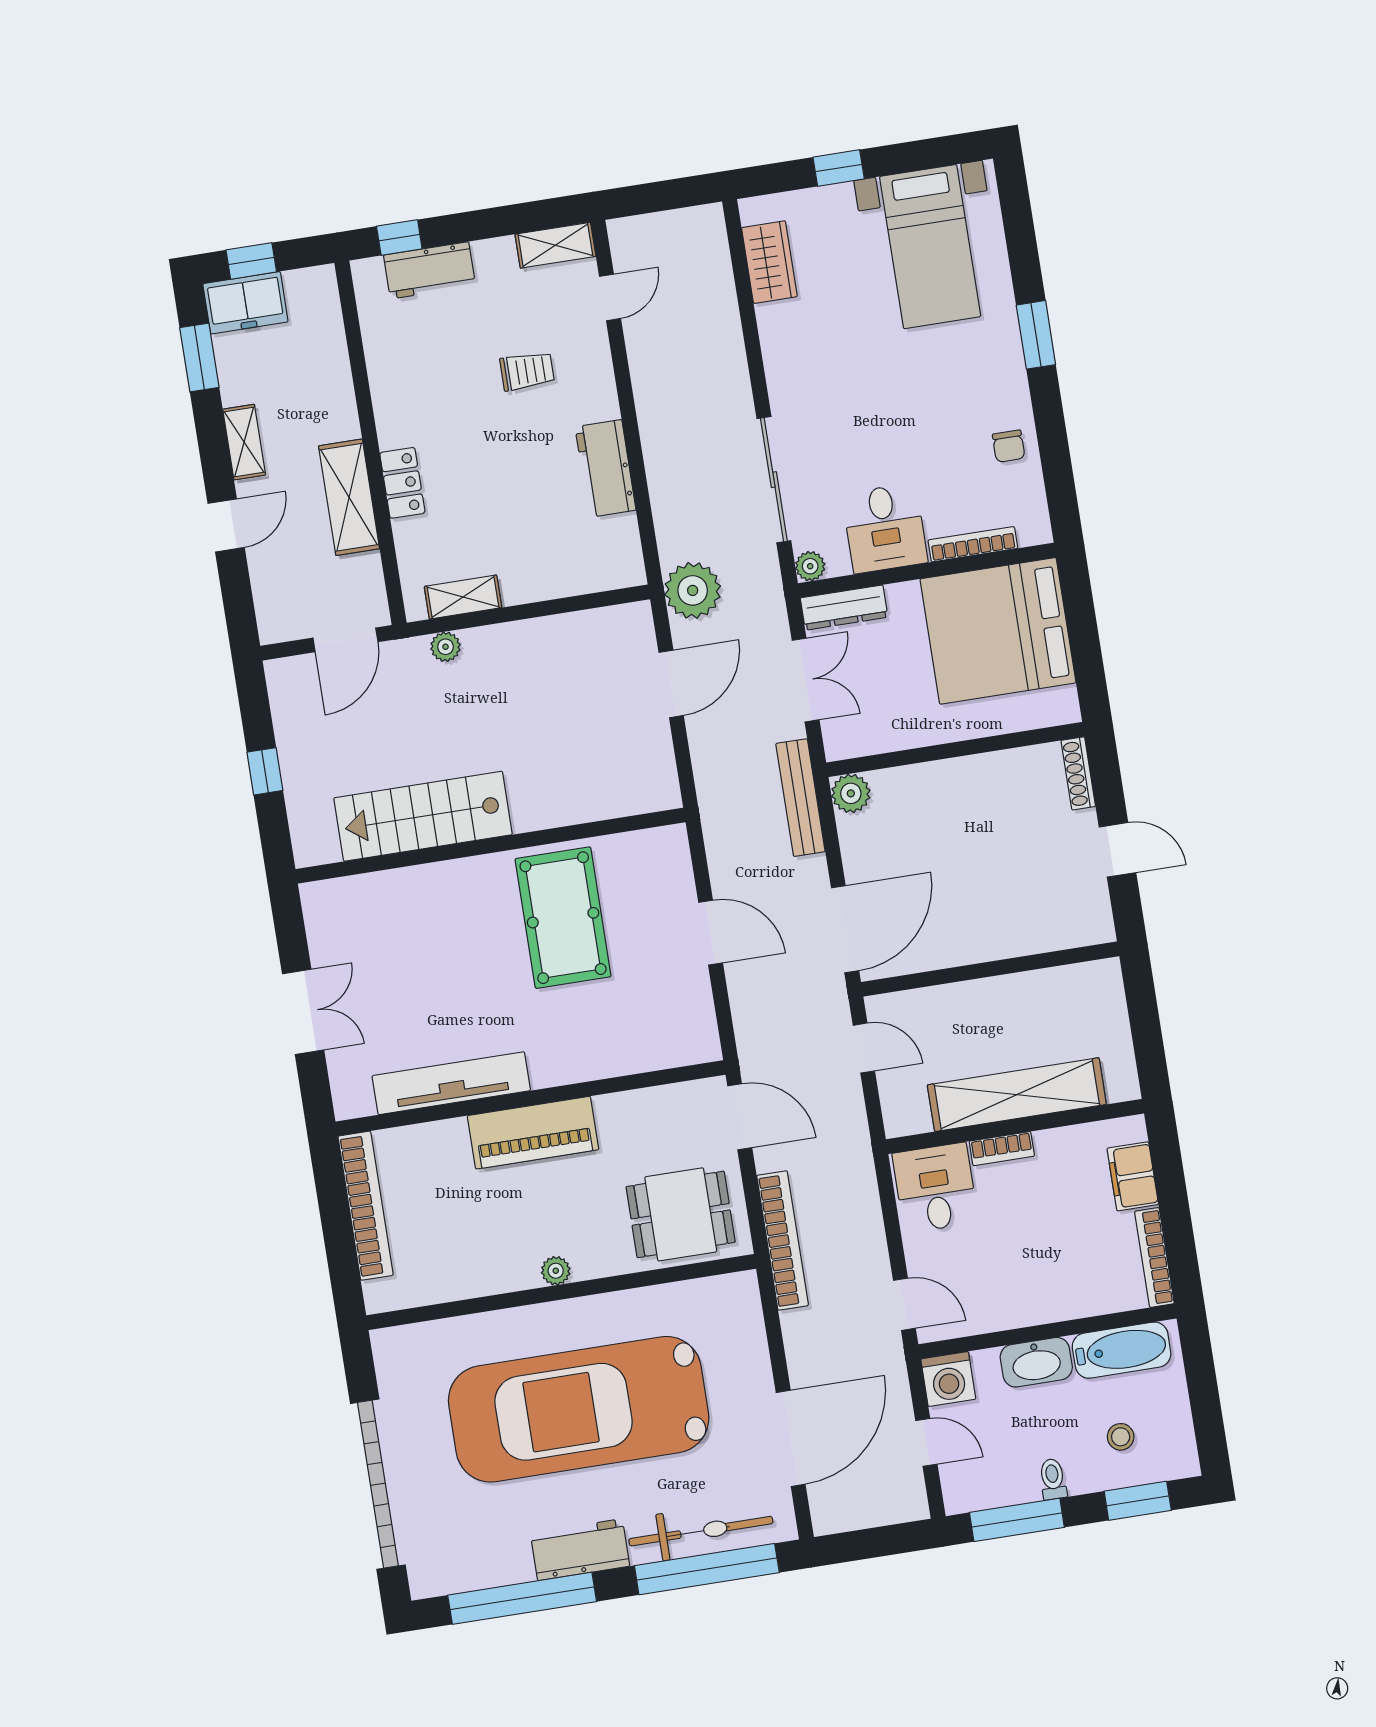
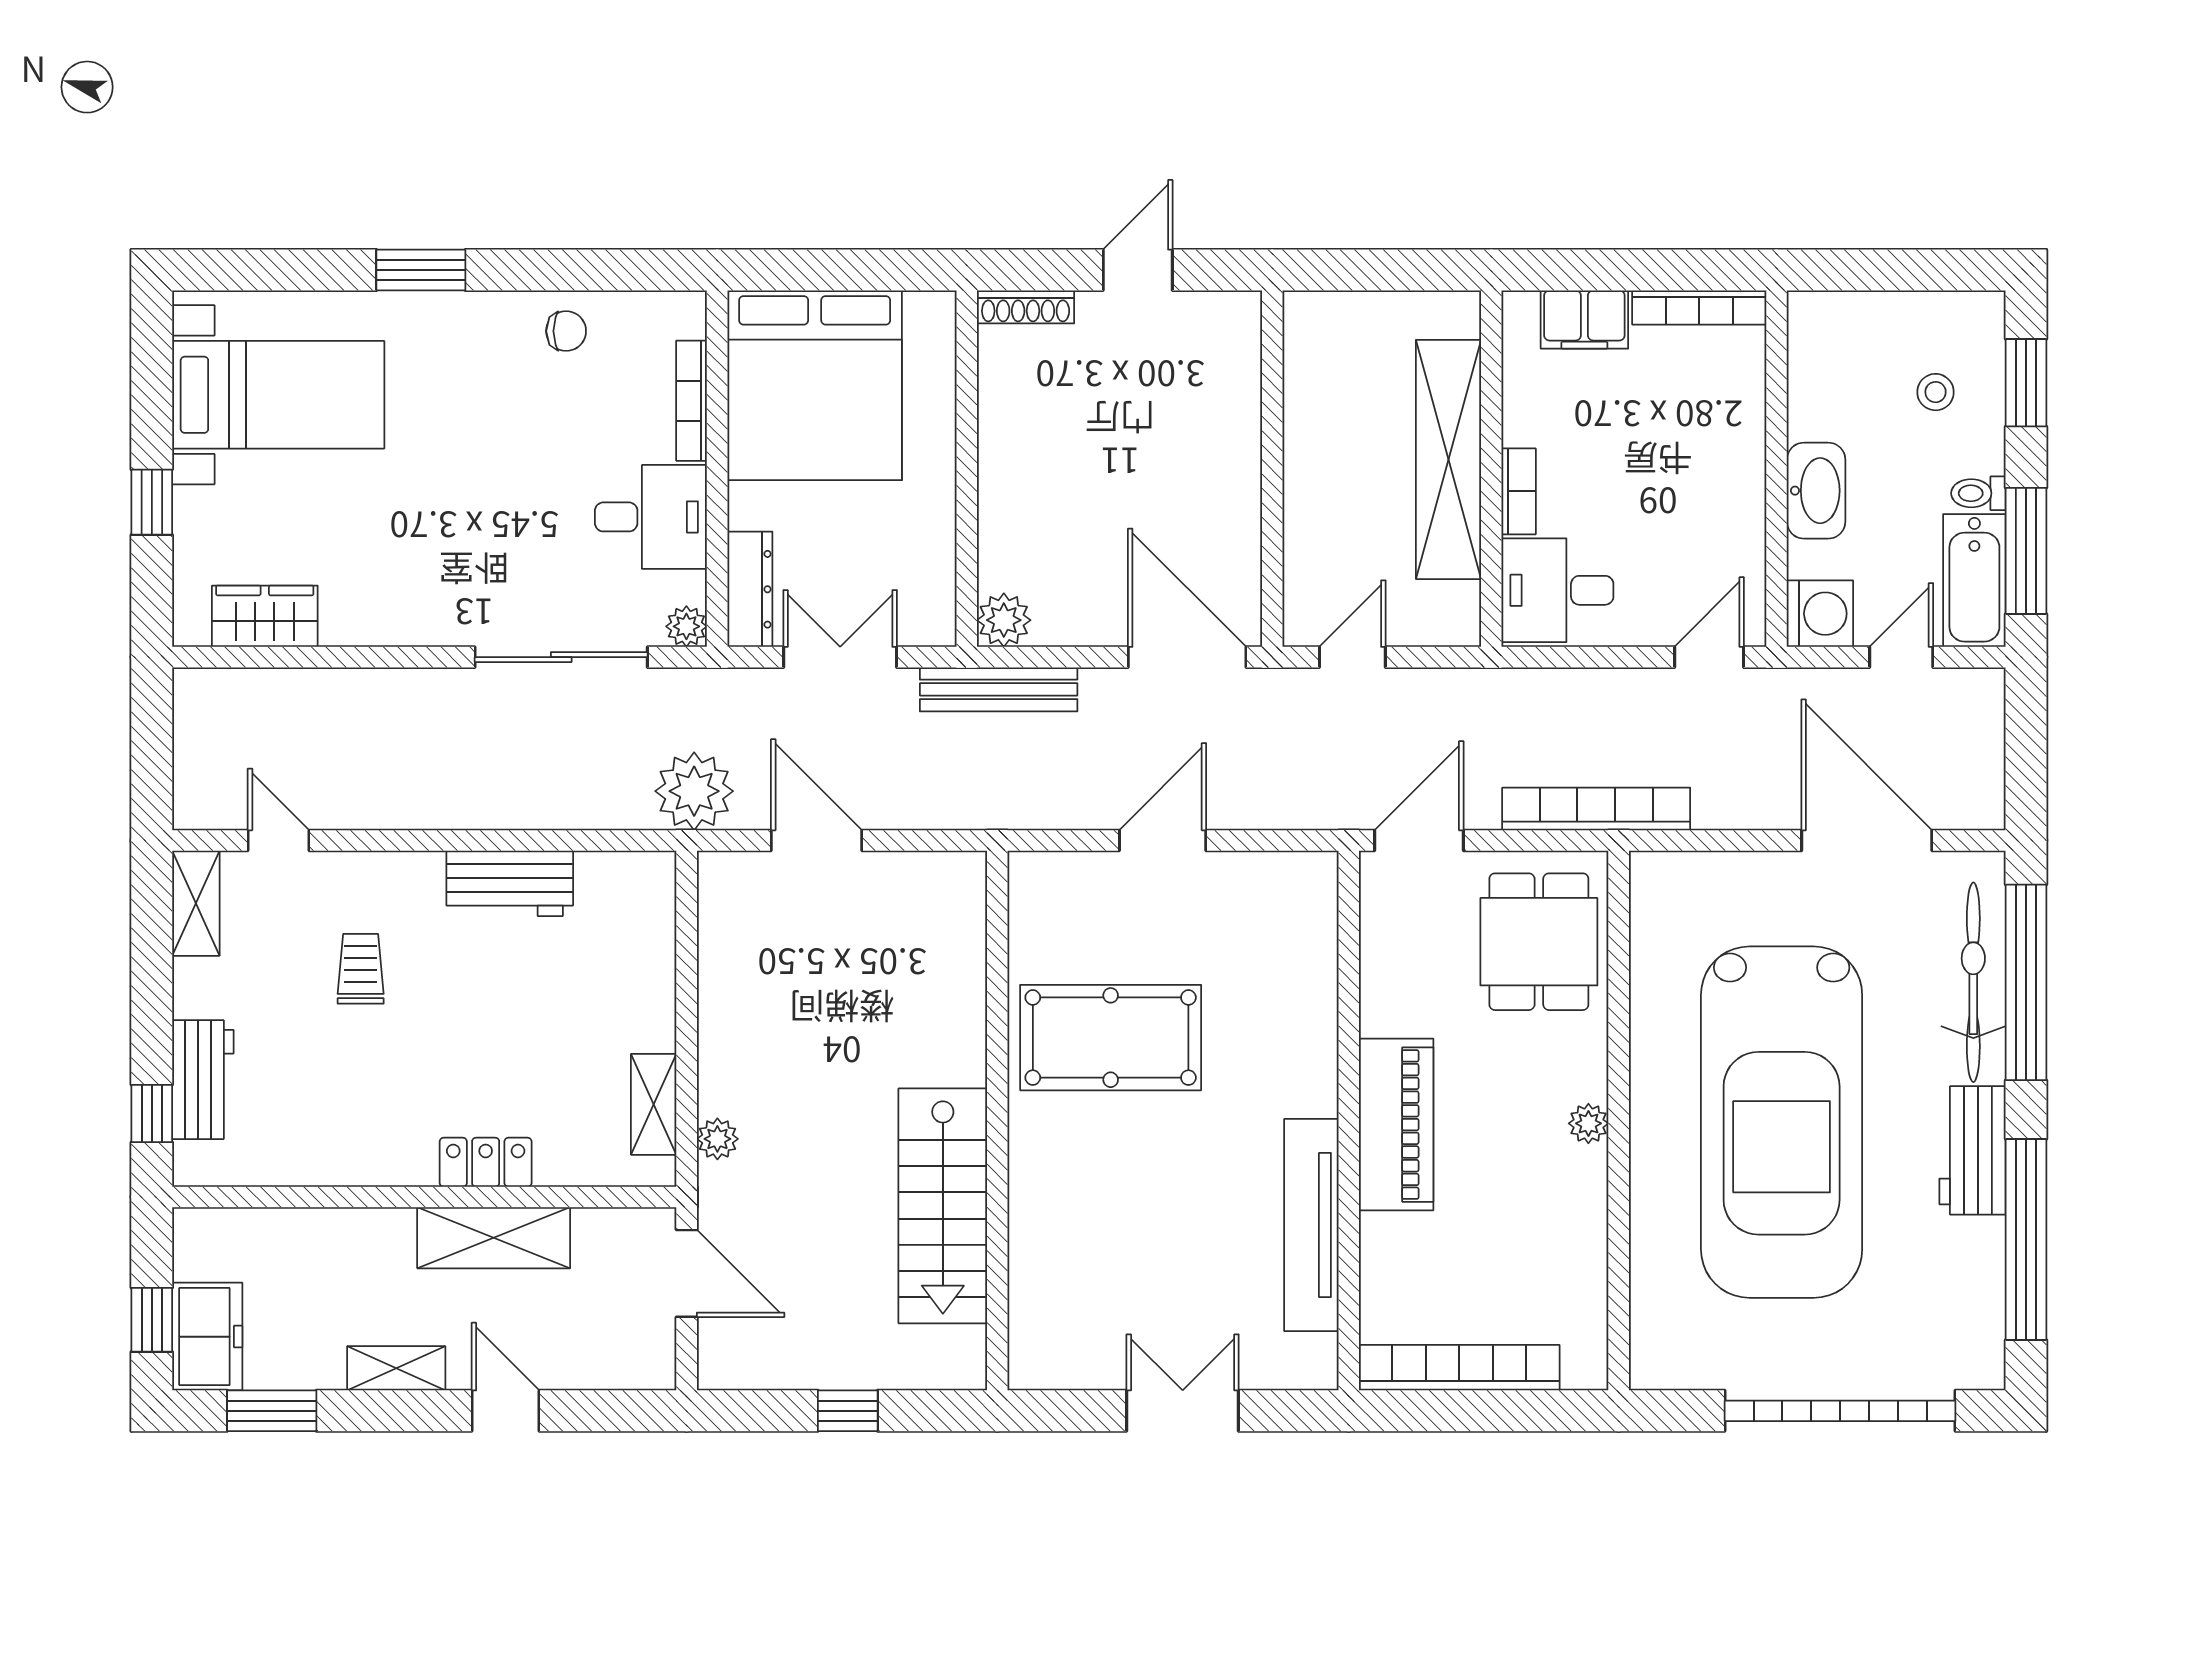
bathtub: (1122, 1350) -> (1974, 581), moved, turned 180

